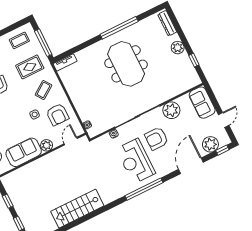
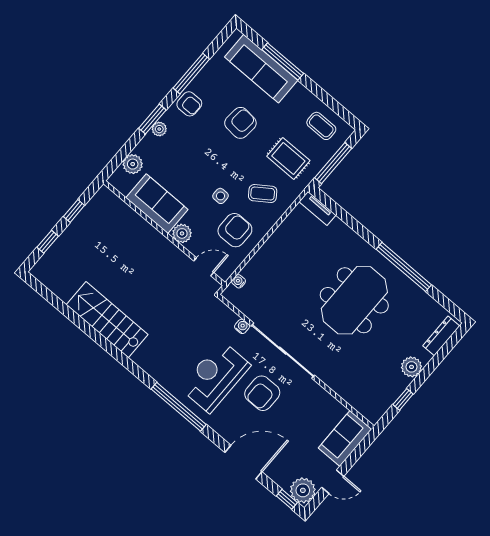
plant: (171, 110) -> (314, 398), removed
armchair: (57, 115) -> (235, 230), turned 180
armchair: (156, 138) -> (262, 393), turned -90
plant: (210, 144) -> (303, 490), moved

